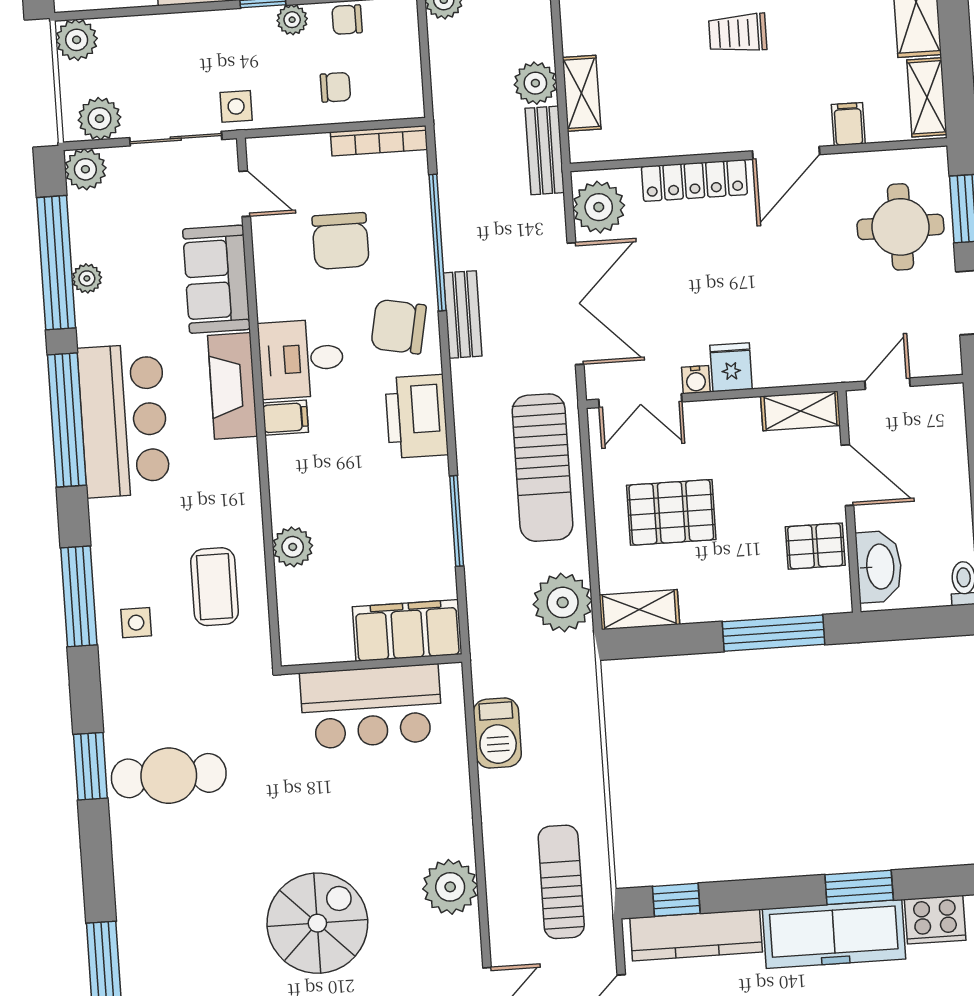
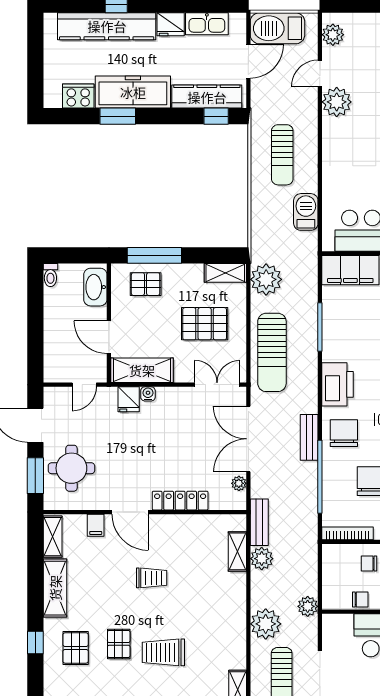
door: (786, 153) -> (130, 512), swing flipped
plant: (599, 207) -> (239, 483), width x0.53, depth x0.53
chair: (399, 327) -> (344, 433), turned -101
fridge: (731, 367) -> (129, 399), moved
water cooler: (696, 380) -> (148, 394), moved
shelving: (801, 411) -> (142, 370), width x1.50, depth x1.33
sun lounger: (542, 468) -> (272, 352), turned 180
pallet: (815, 546) -> (146, 284), moved
sun lounger: (561, 882) -> (282, 155), moved
plant: (450, 887) -> (337, 102), moved

